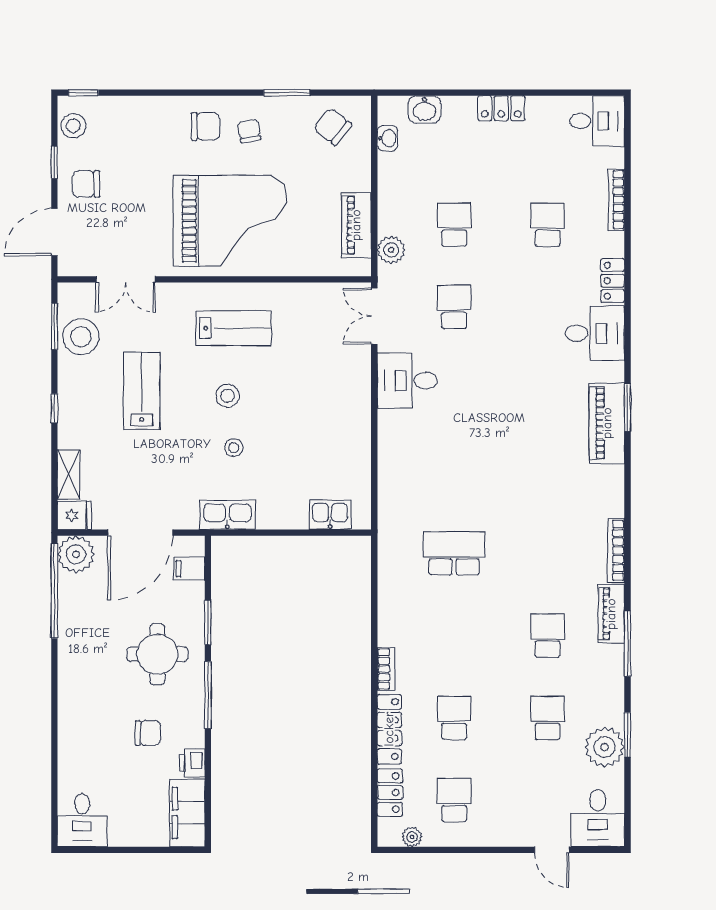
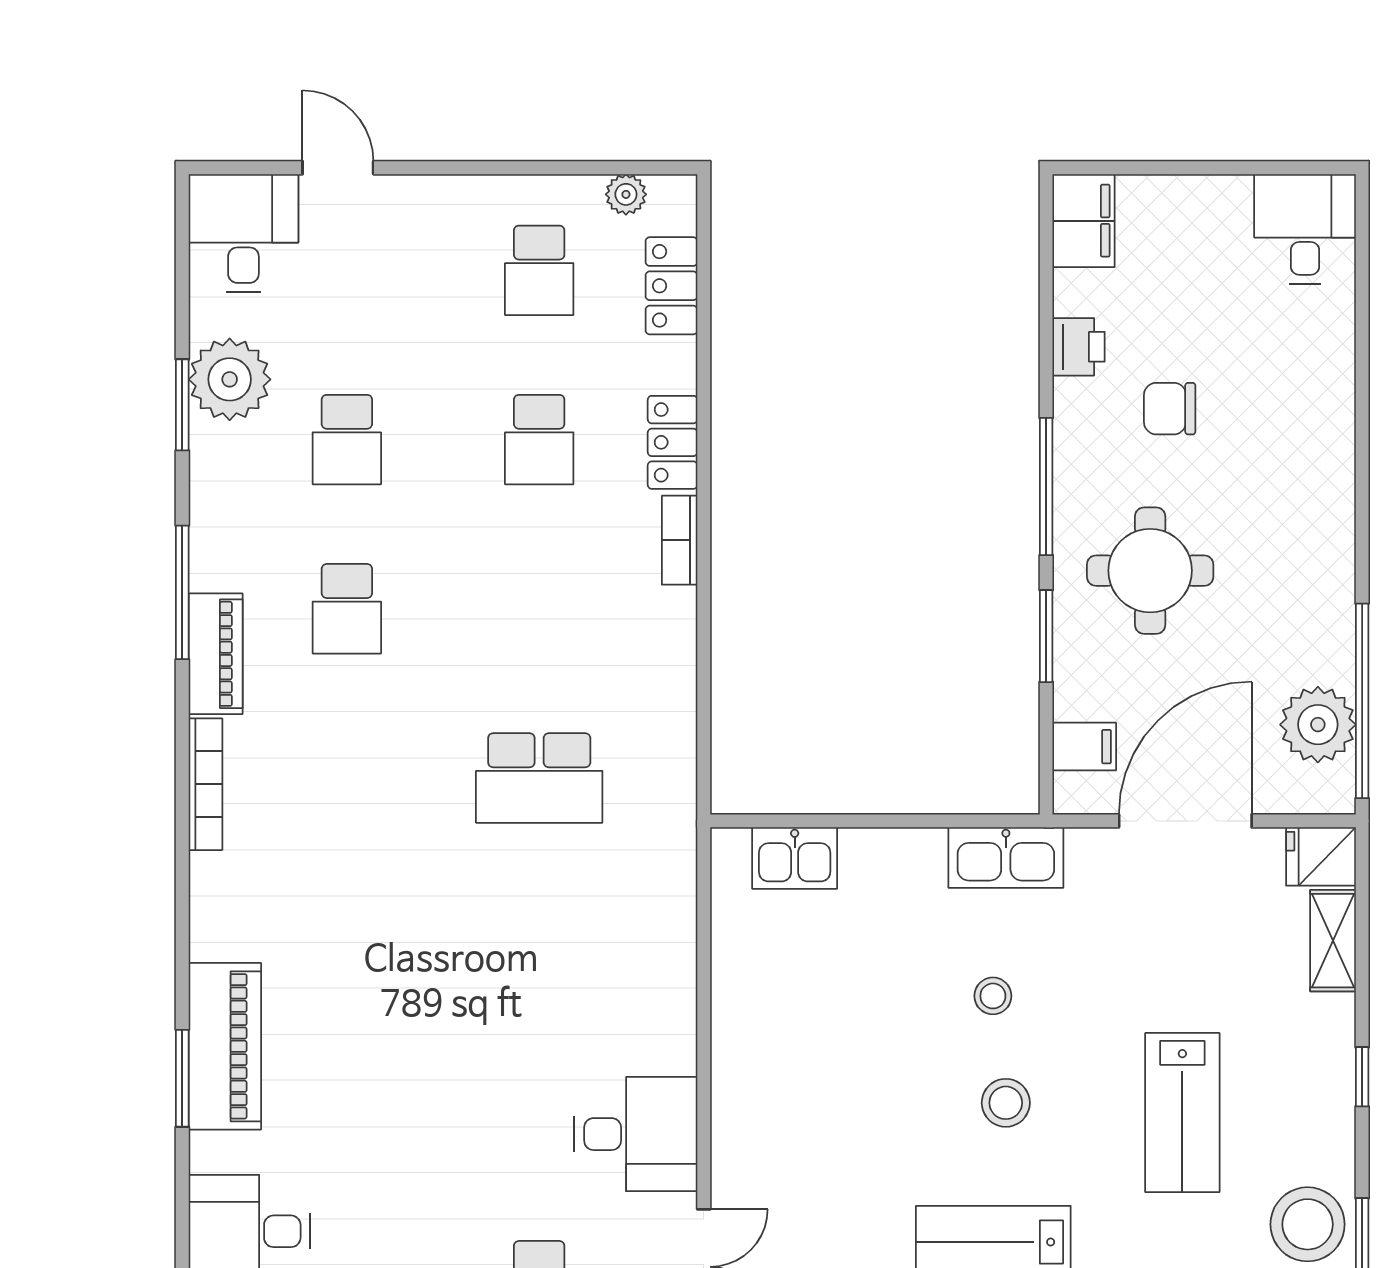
plant: (76, 554) -> (1318, 725), moved
locker: (389, 729) -> (673, 442), width x0.66
filing cabinet: (187, 813) -> (1084, 221), width x0.67, depth x0.86

